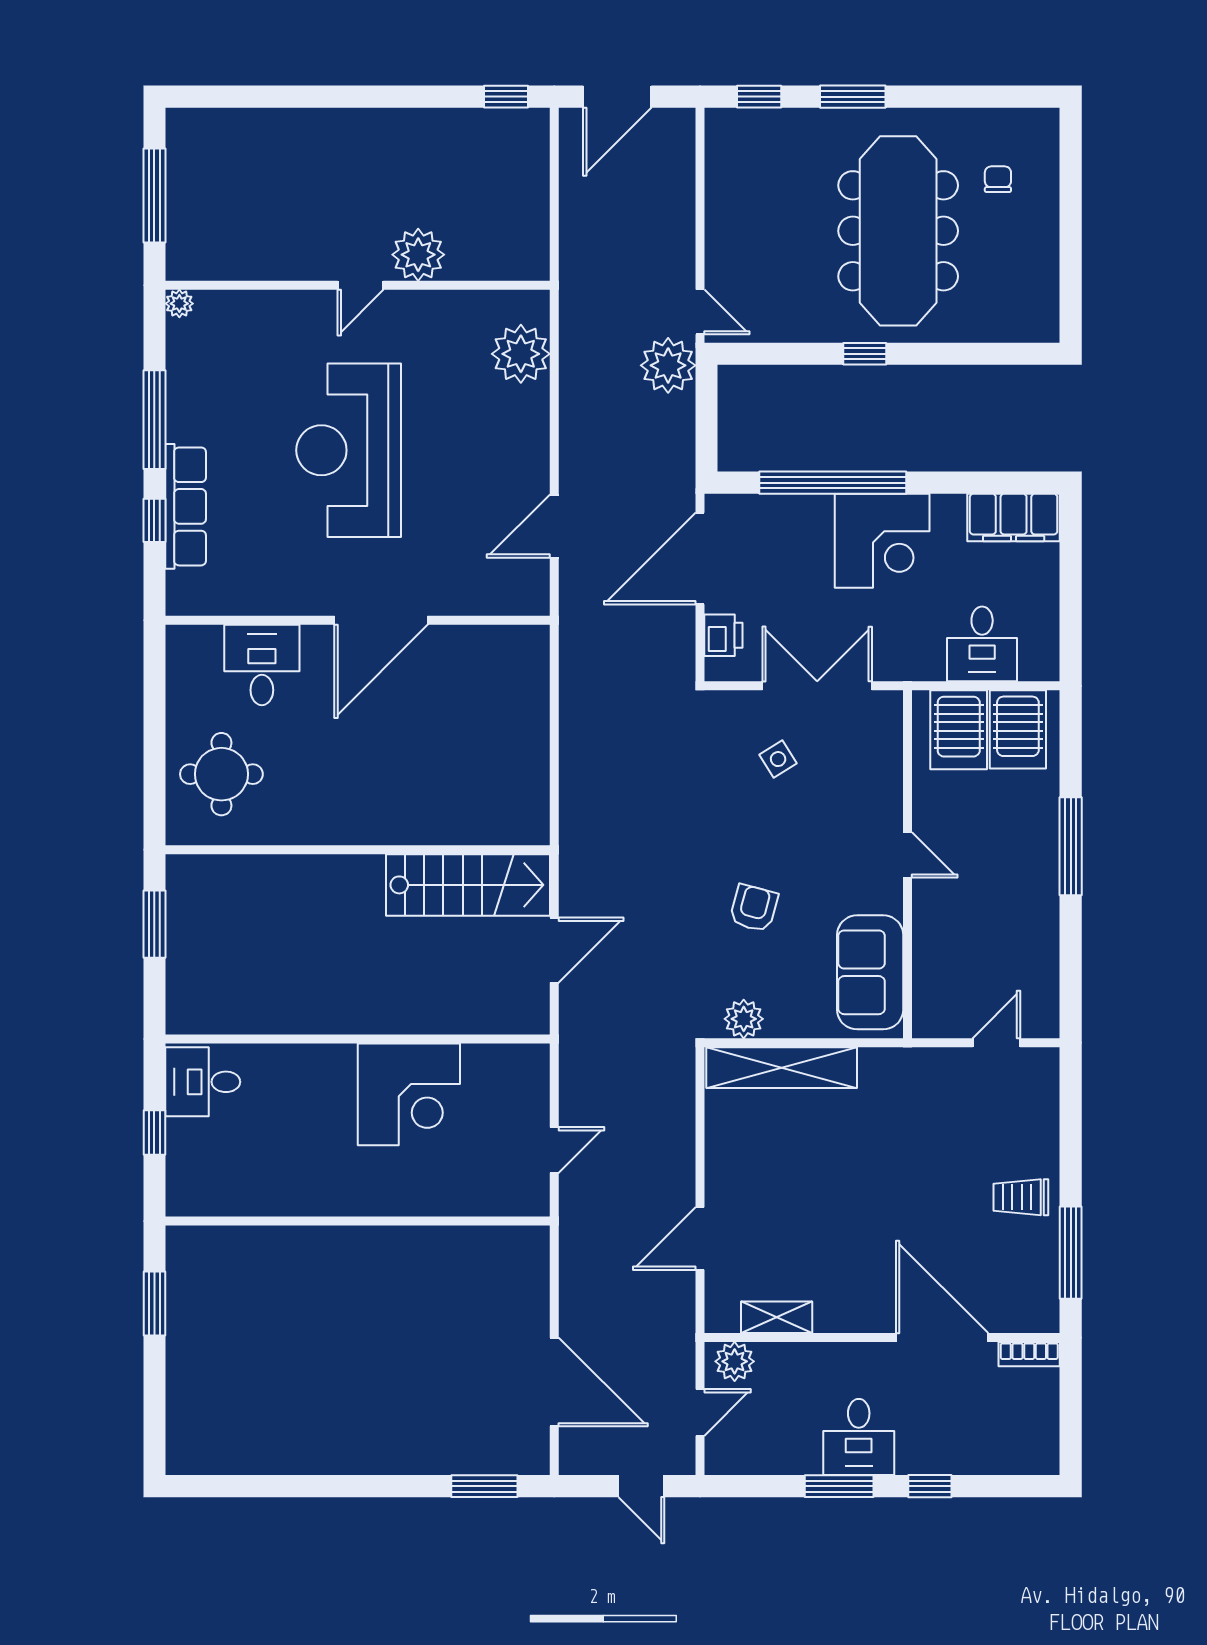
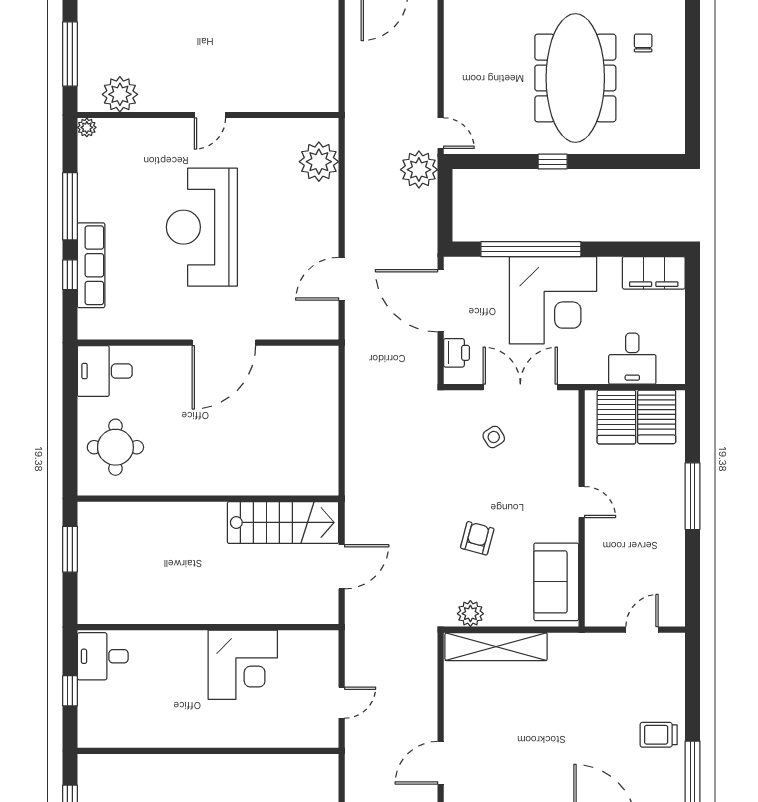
plant: (418, 255) -> (120, 94), moved
corner desk: (882, 541) -> (553, 300), width x1.36, depth x1.36
door: (700, 559) -> (441, 301), hinge flipped
desk: (262, 665) -> (105, 371), moved, turned -90

